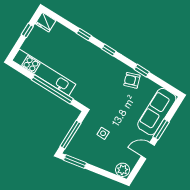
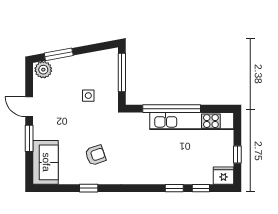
window: (109, 50) -> (201, 188), moved
armchair: (132, 80) -> (95, 155), moved
sofa: (157, 112) -> (46, 162), width x0.73
door: (148, 151) -> (29, 107), swing flipped
window: (75, 162) -> (59, 54), moved

